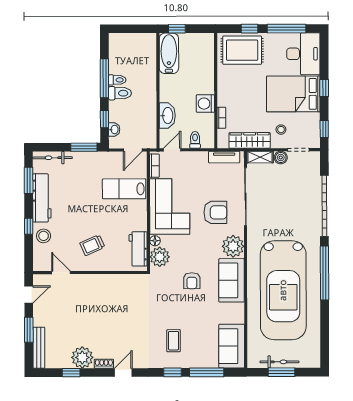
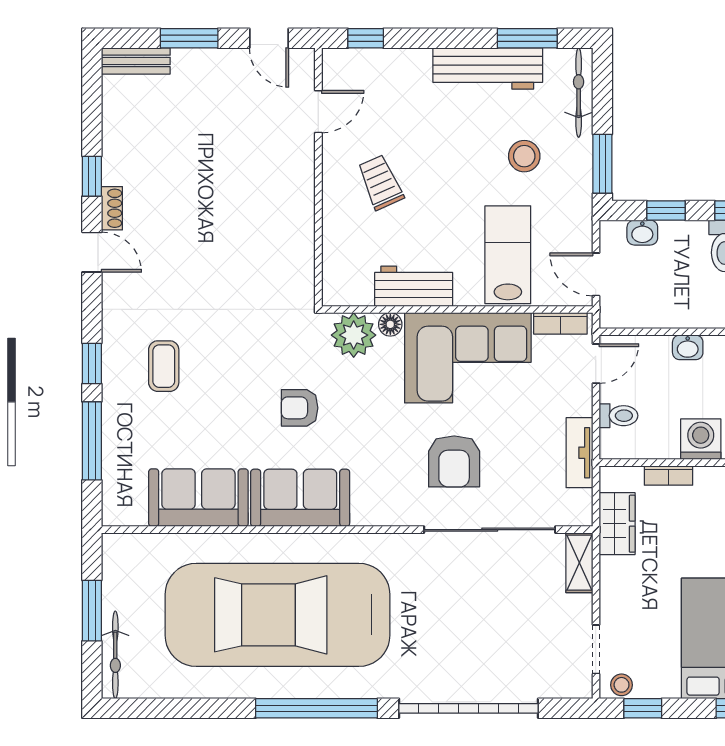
washbasin: (167, 116) -> (688, 347), width x0.52, depth x0.69
stool: (281, 130) -> (622, 685), moved
wardrobe: (250, 140) -> (617, 524), width x0.67
door: (172, 150) -> (596, 364), hinge flipped
tv unit: (224, 157) -> (579, 453), moved
boiler: (281, 158) -> (578, 610), removed
window: (29, 226) -> (366, 38), moved
stool: (44, 236) -> (524, 156), moved
plant: (233, 246) -> (377, 501), removed
workbench: (138, 249) -> (414, 286), moved
coffee table: (174, 341) -> (164, 366), turned 90
sofa: (232, 346) -> (198, 498), moved
bench: (39, 348) -> (136, 61), width x0.73
plant: (82, 357) -> (126, 159), removed
bicycle: (279, 362) -> (115, 655), moved
window: (71, 373) -> (92, 176), moved

